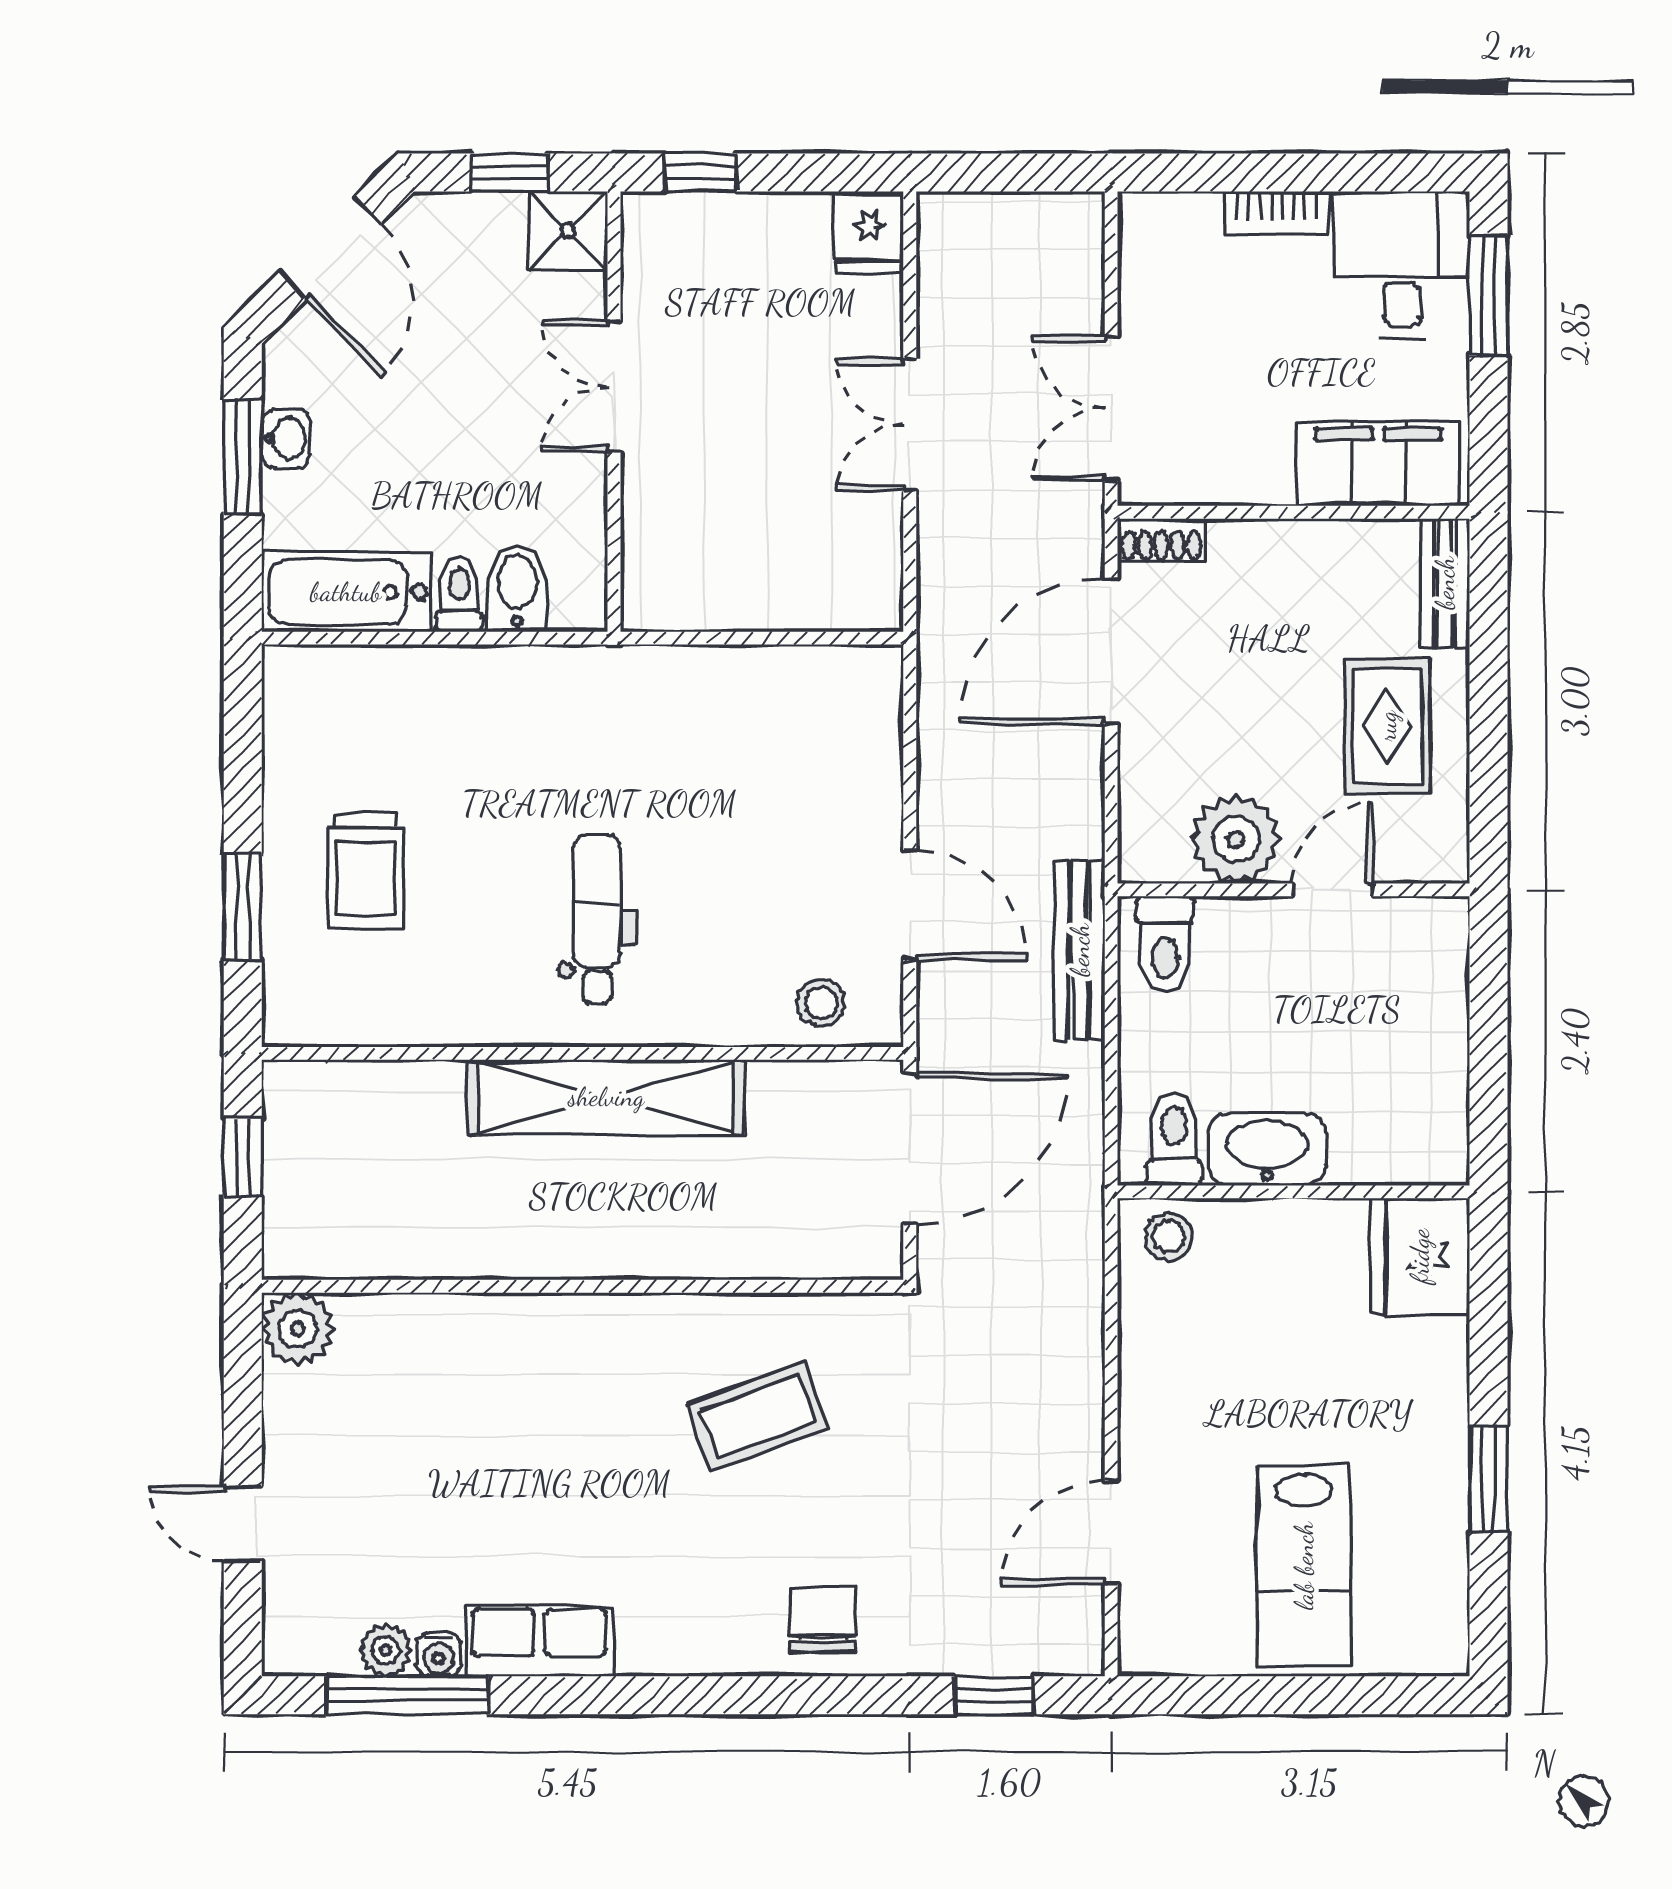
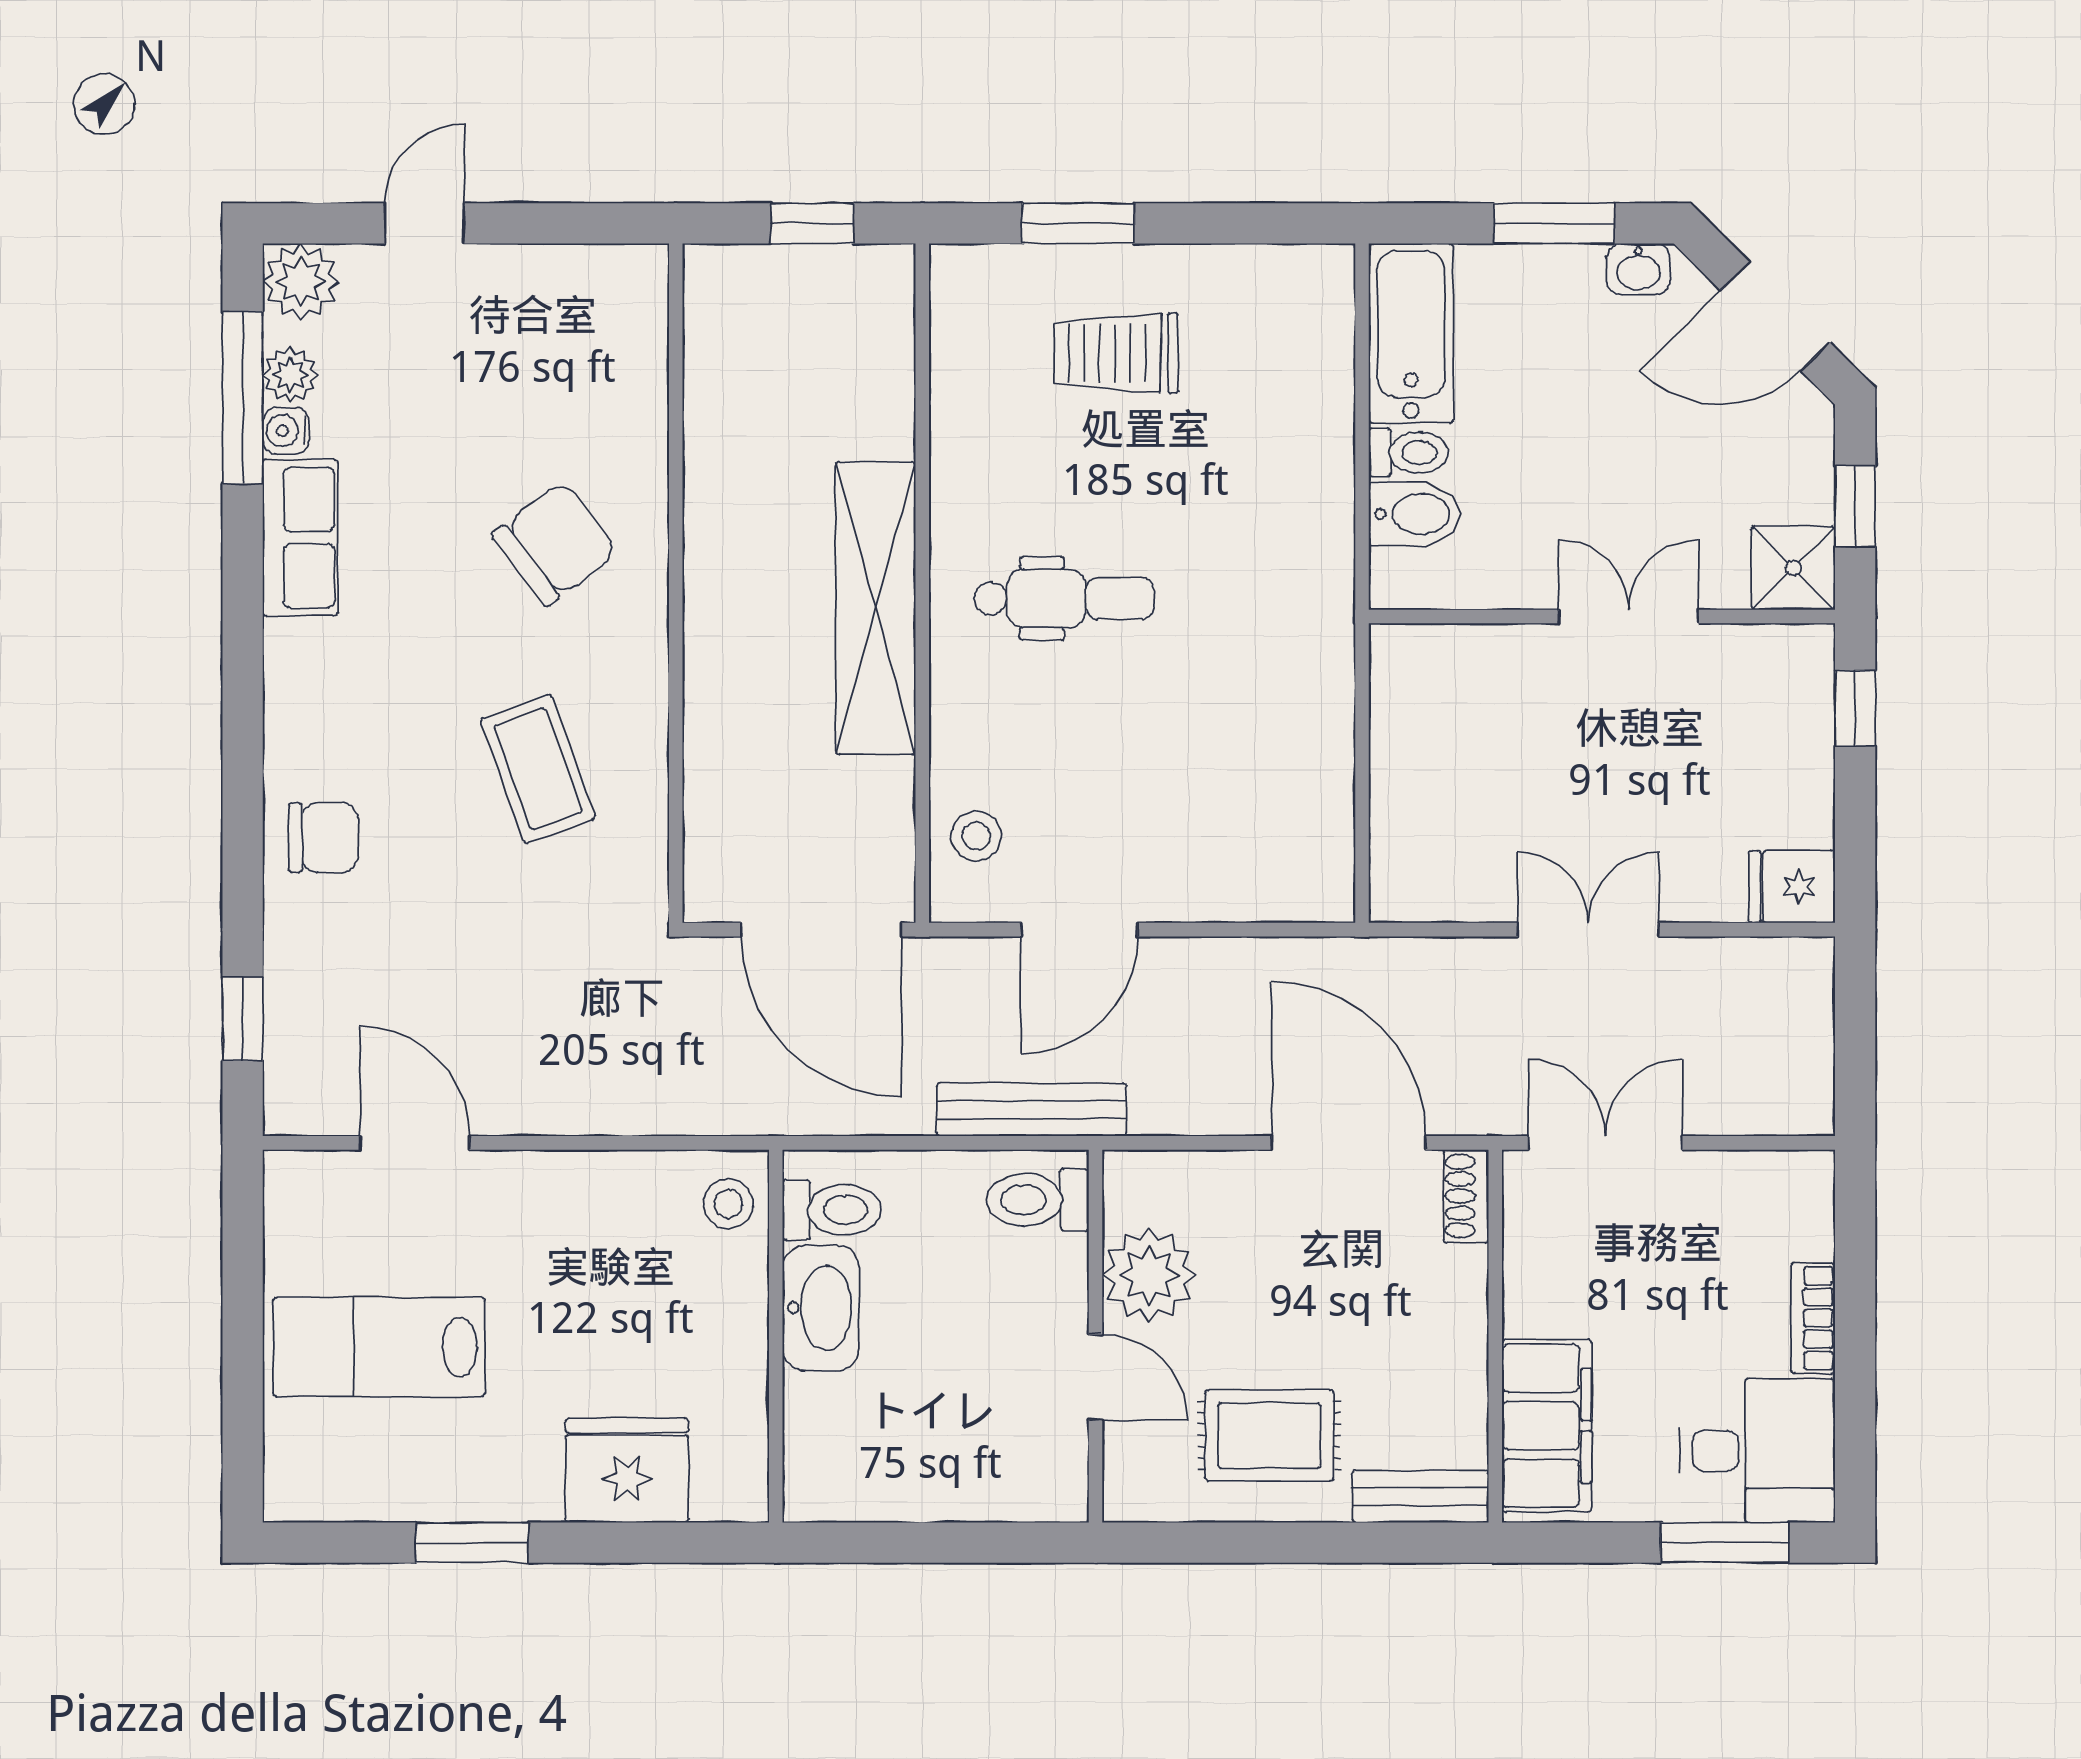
washbasin: (286, 439) -> (1638, 269), moved
fridge: (1420, 1256) -> (627, 1470), moved
plant: (298, 1329) -> (301, 282), moved
chair: (545, 1400) -> (555, 543), added

